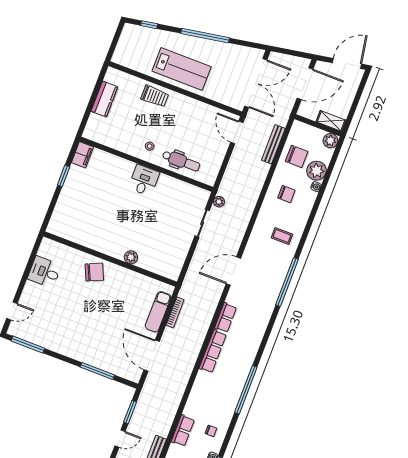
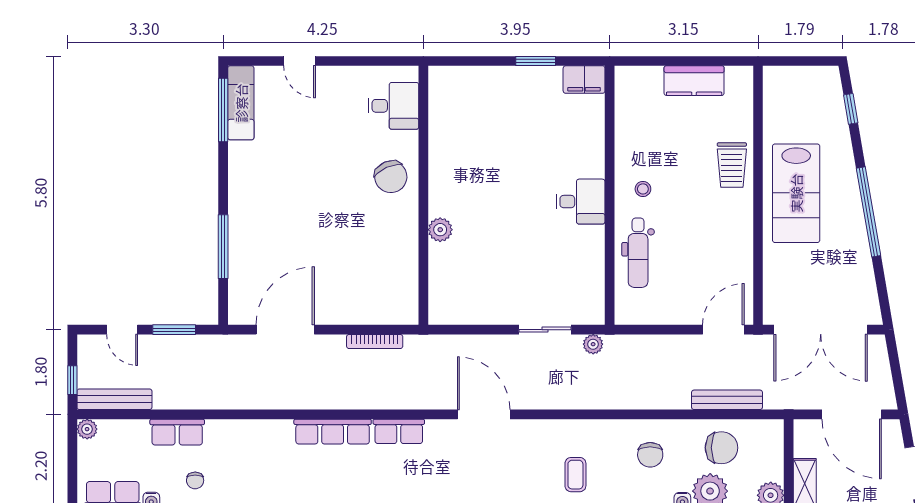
chair: (297, 156) -> (721, 448), turned -90
desk: (44, 272) -> (393, 106), moved, turned 90
door: (12, 311) -> (300, 61), moved
exam couch: (158, 312) -> (241, 103), moved, turned 90

